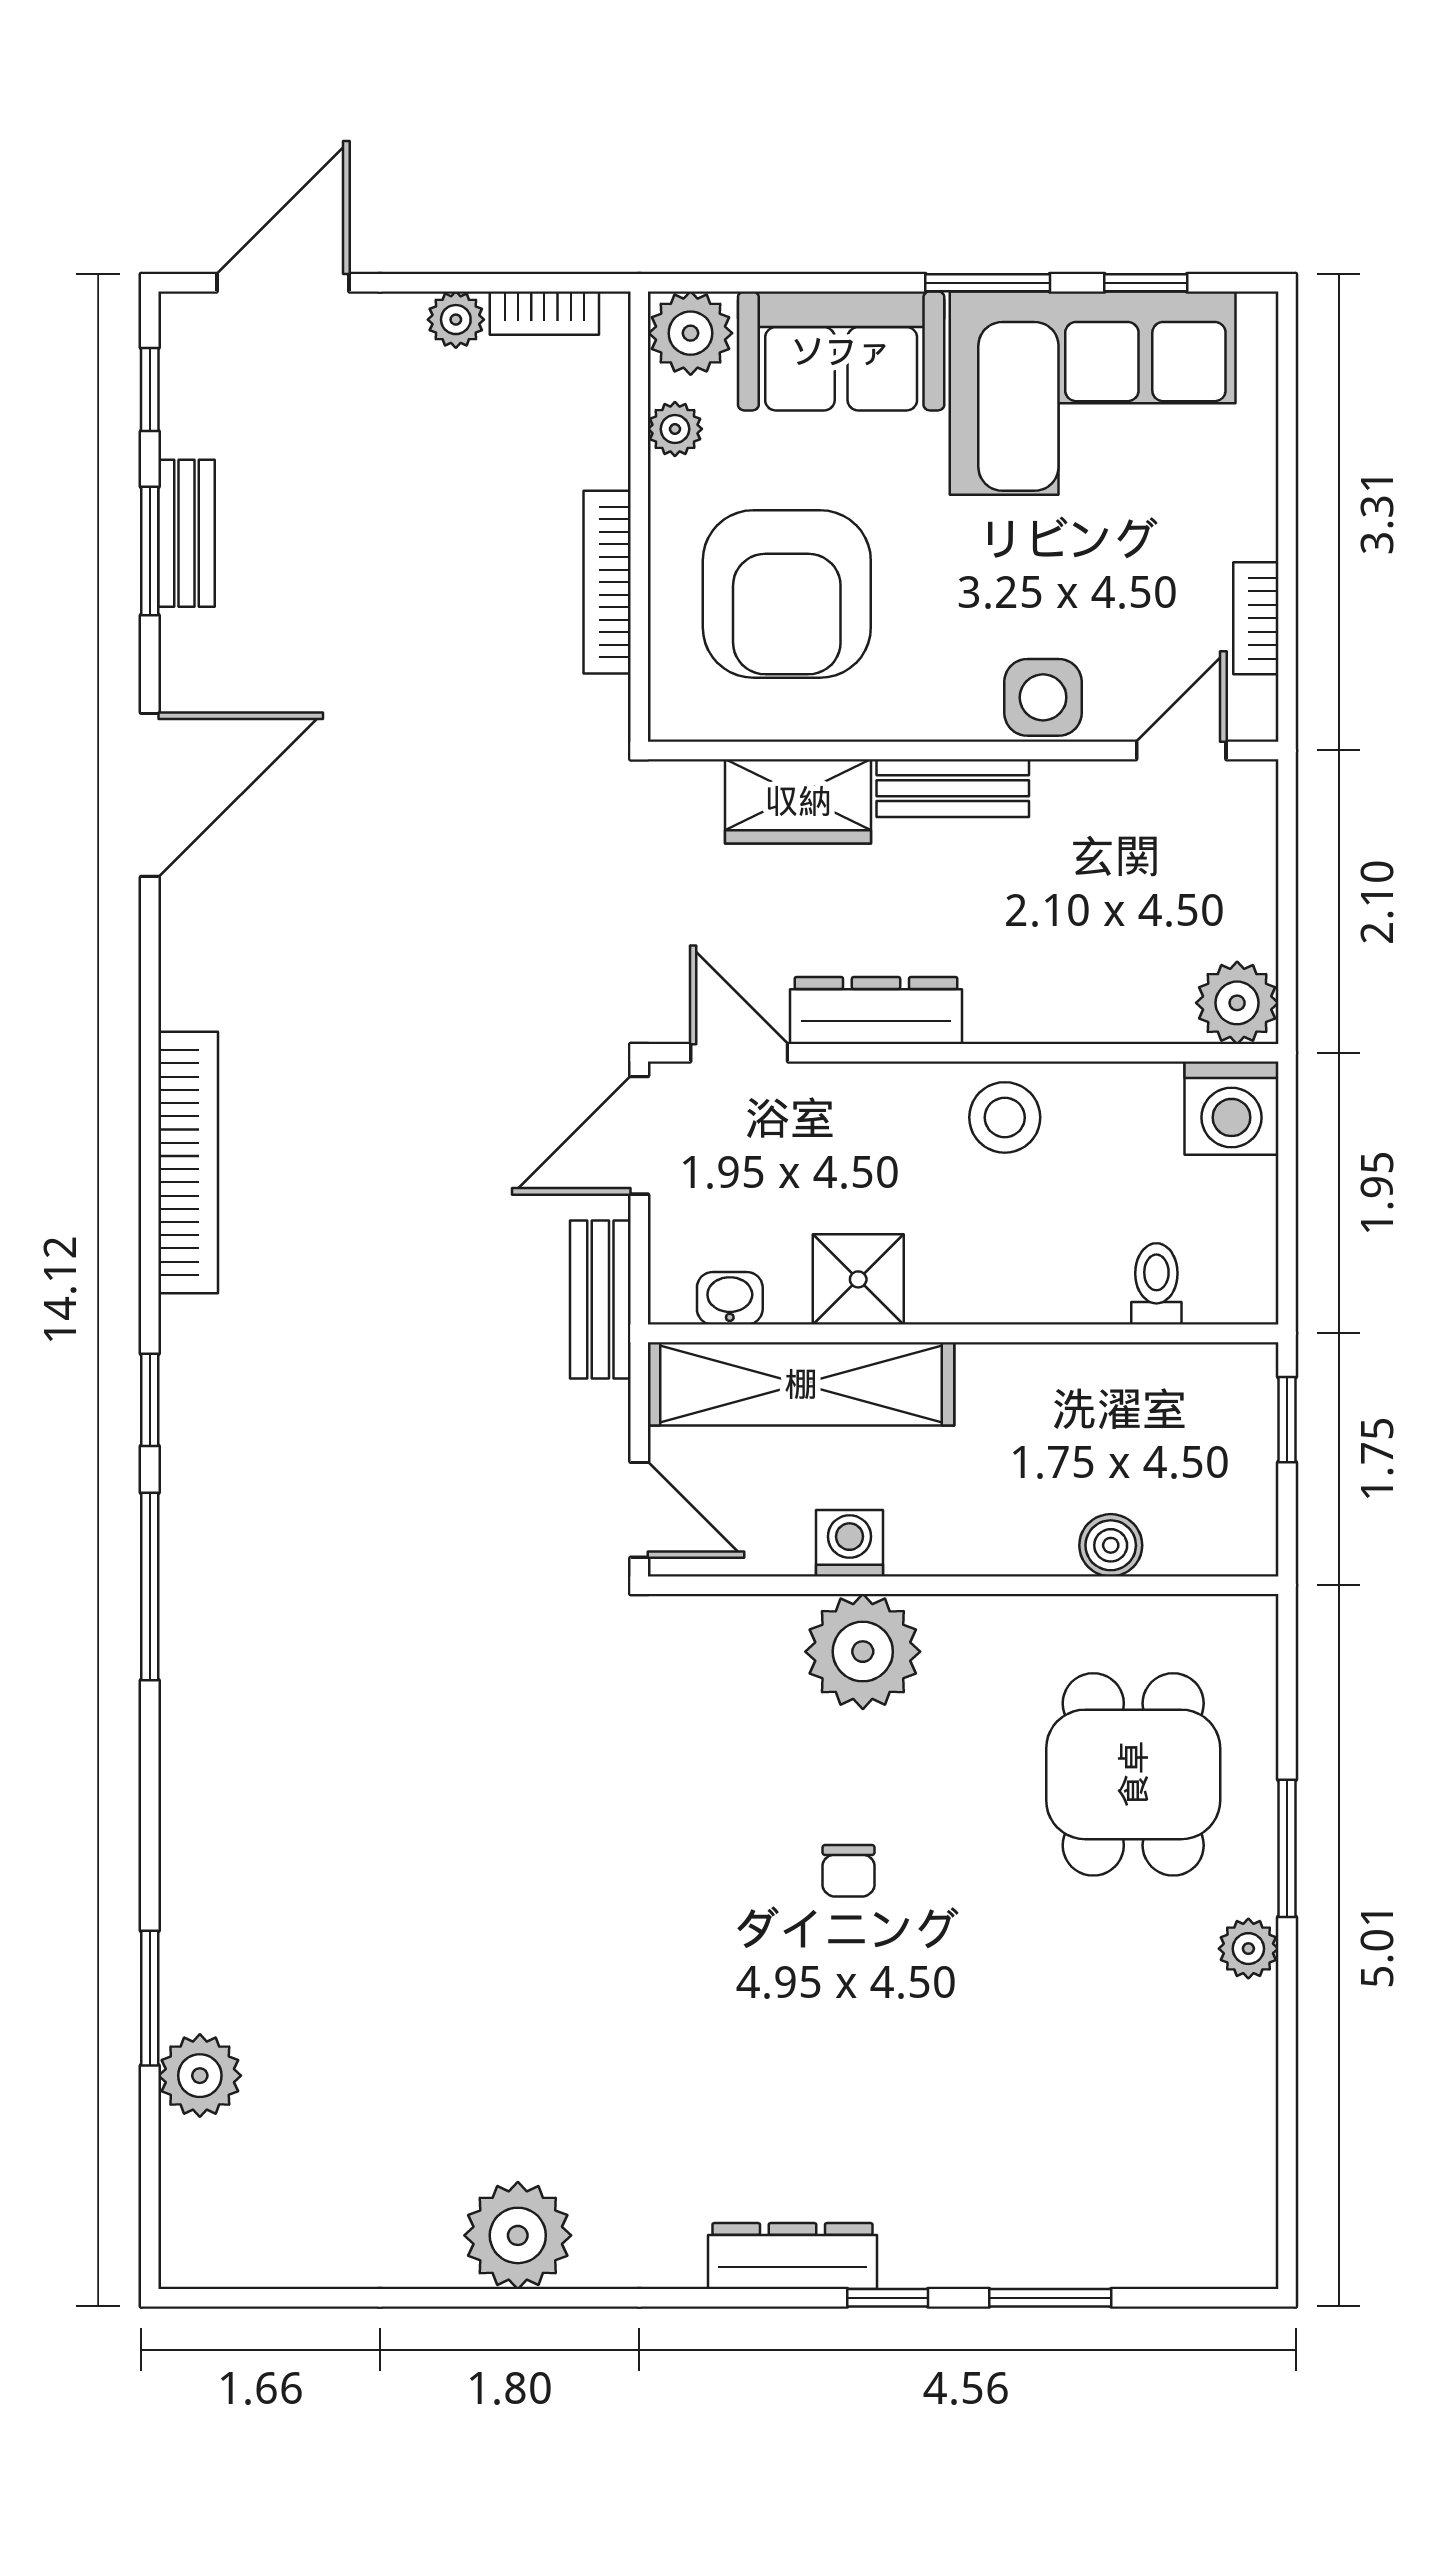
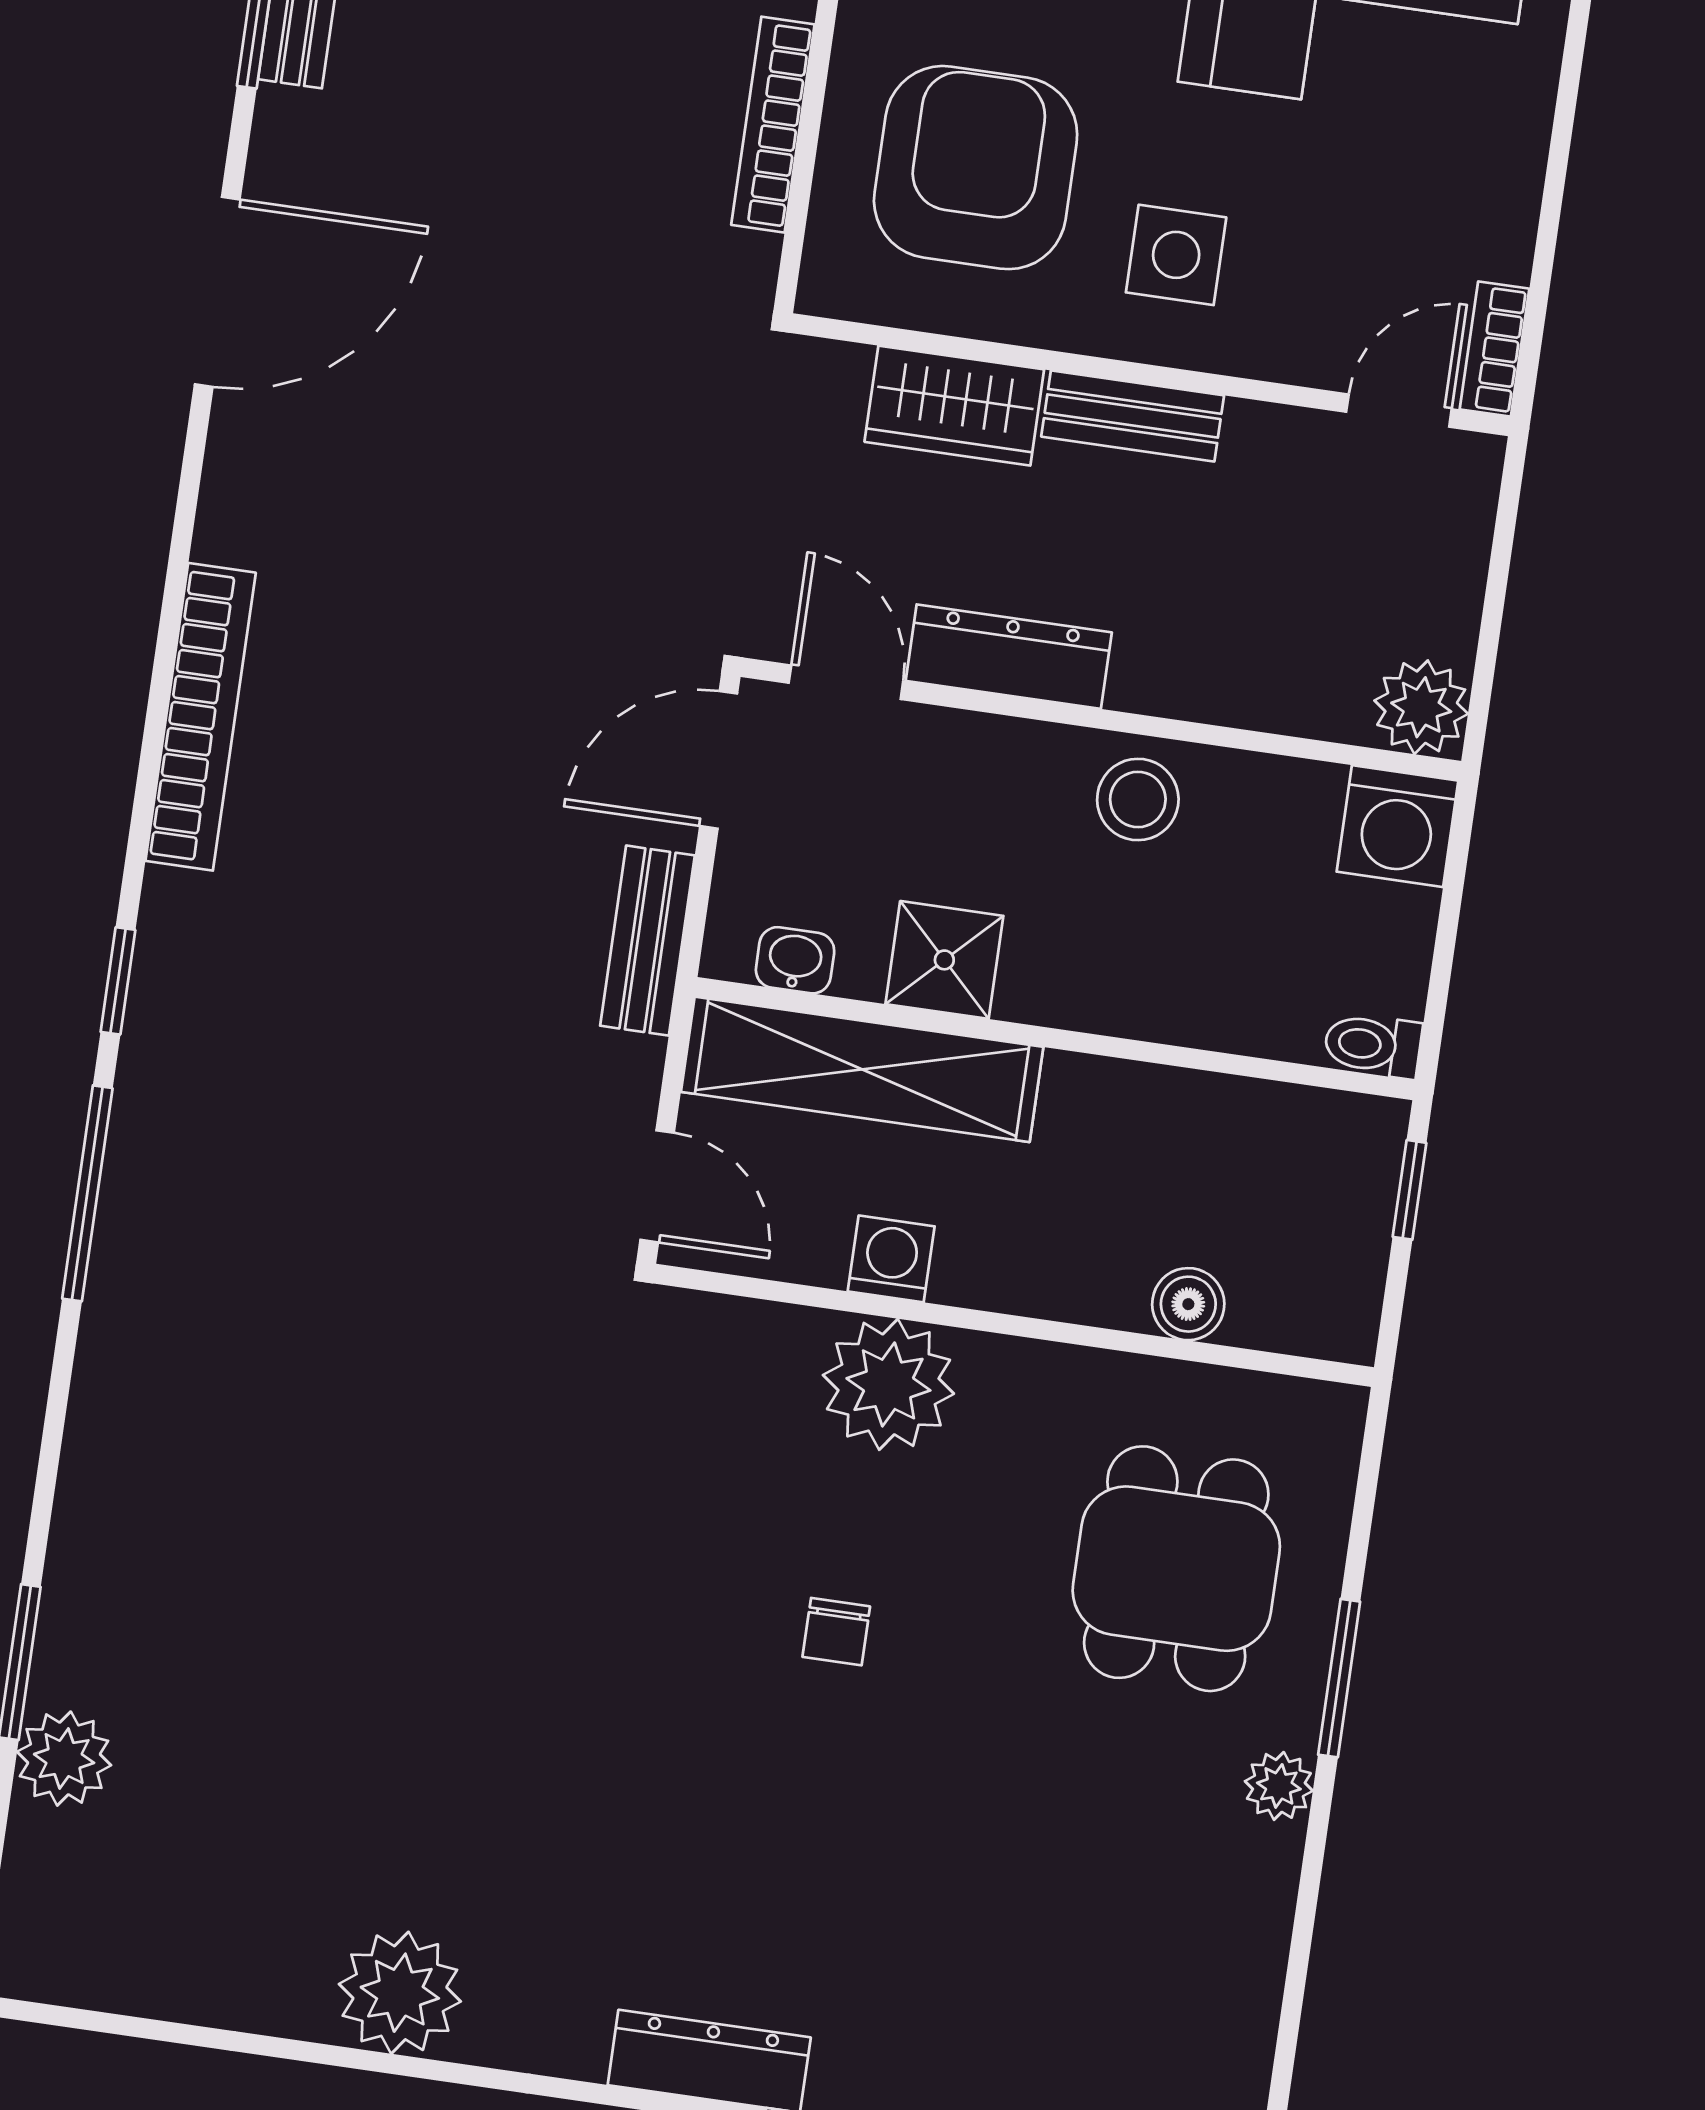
armchair: (787, 594) -> (976, 168), turned 180
bookcase: (1256, 618) -> (1495, 349), moved
side table: (1043, 697) -> (1176, 255), moved
toilet: (1156, 1284) -> (1373, 1045), moved, turned -90

